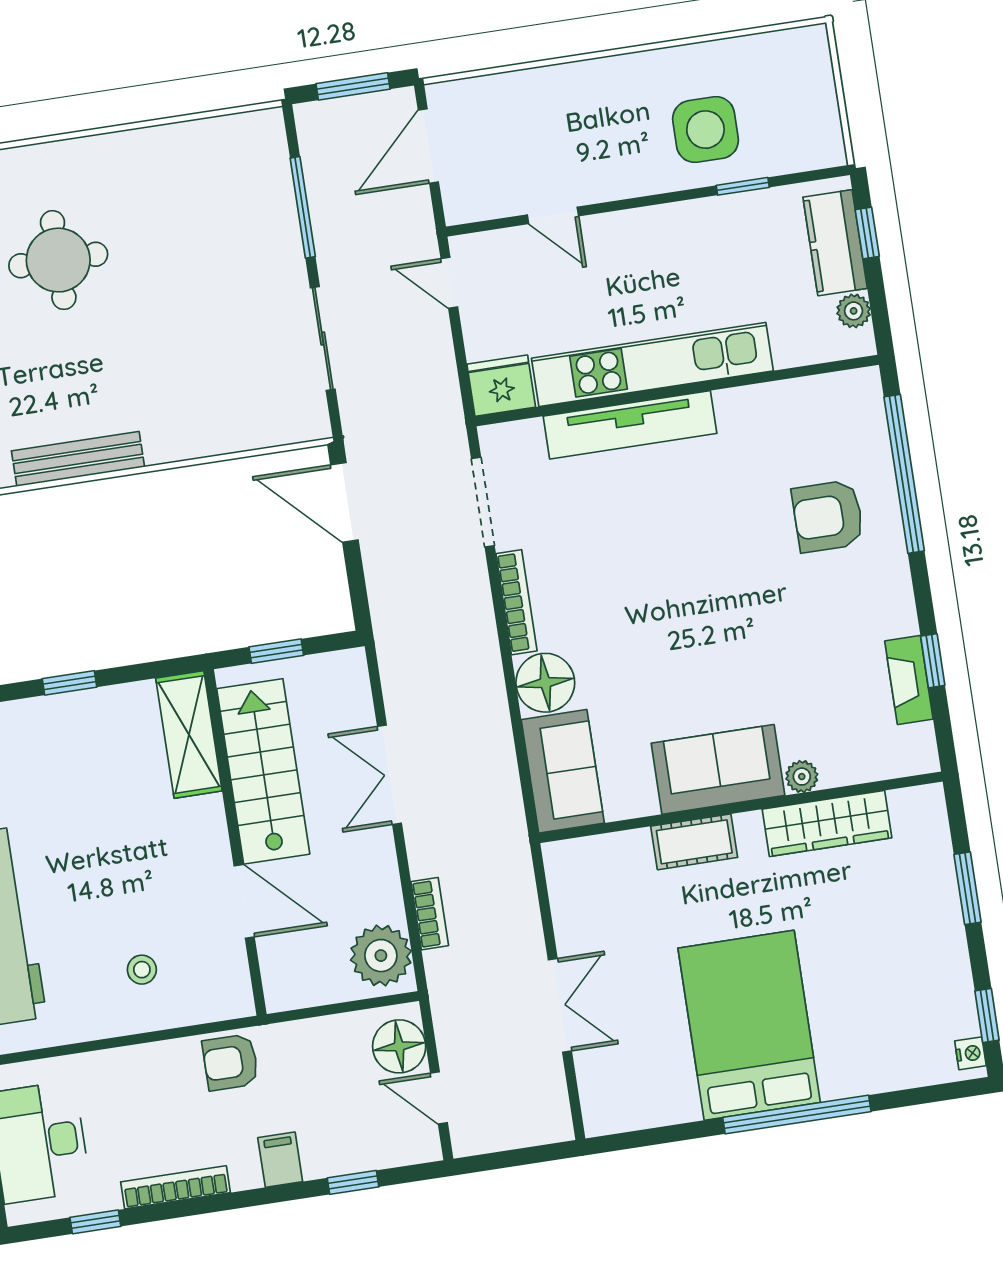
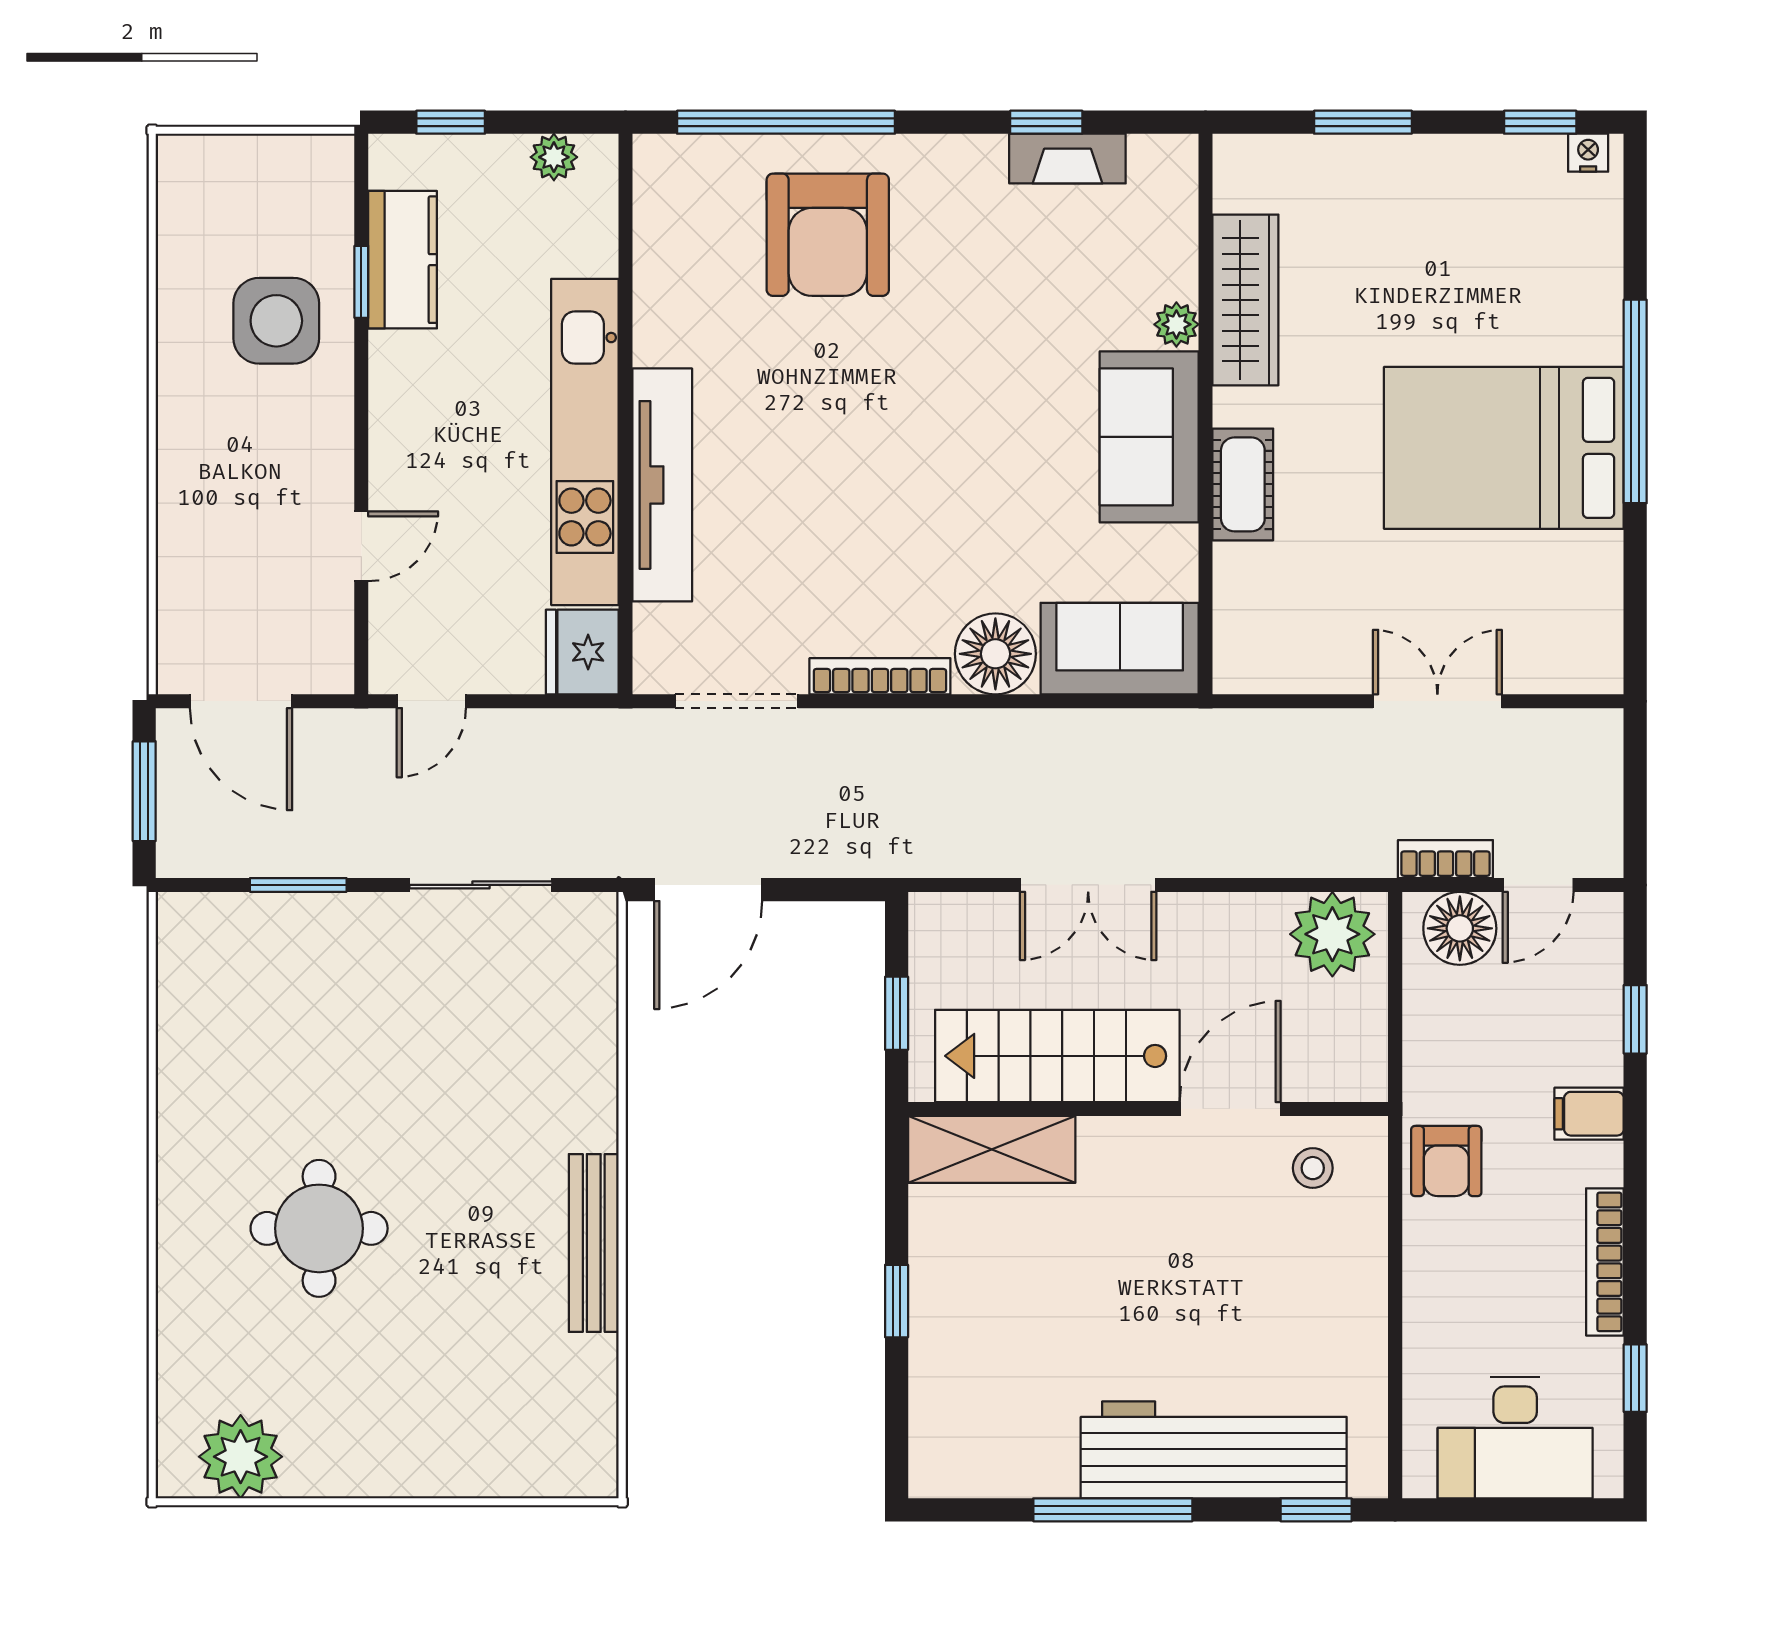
window: (303, 207) -> (298, 885), width x0.69
kitchen counter: (835, 243) -> (403, 260), moved, turned -90
armchair: (828, 516) -> (828, 235), width x1.36, depth x1.36
bookcase: (430, 914) -> (1445, 859), moved
stool: (142, 970) -> (1313, 1168), moved

